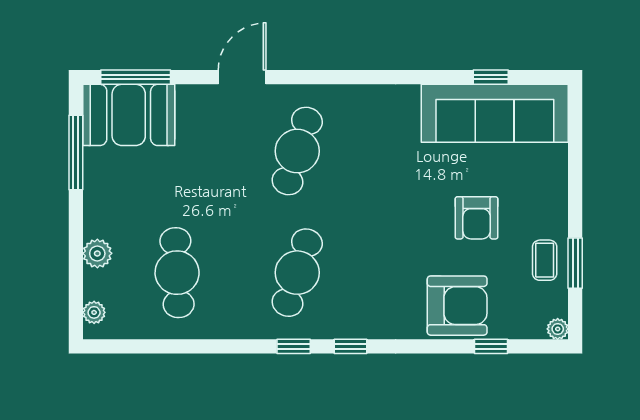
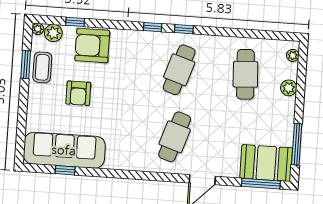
armchair: (477, 218) -> (78, 93), turned 180
coffee table: (545, 260) -> (42, 67), width x1.36, depth x1.30
plant: (529, 324) -> (53, 33), added

